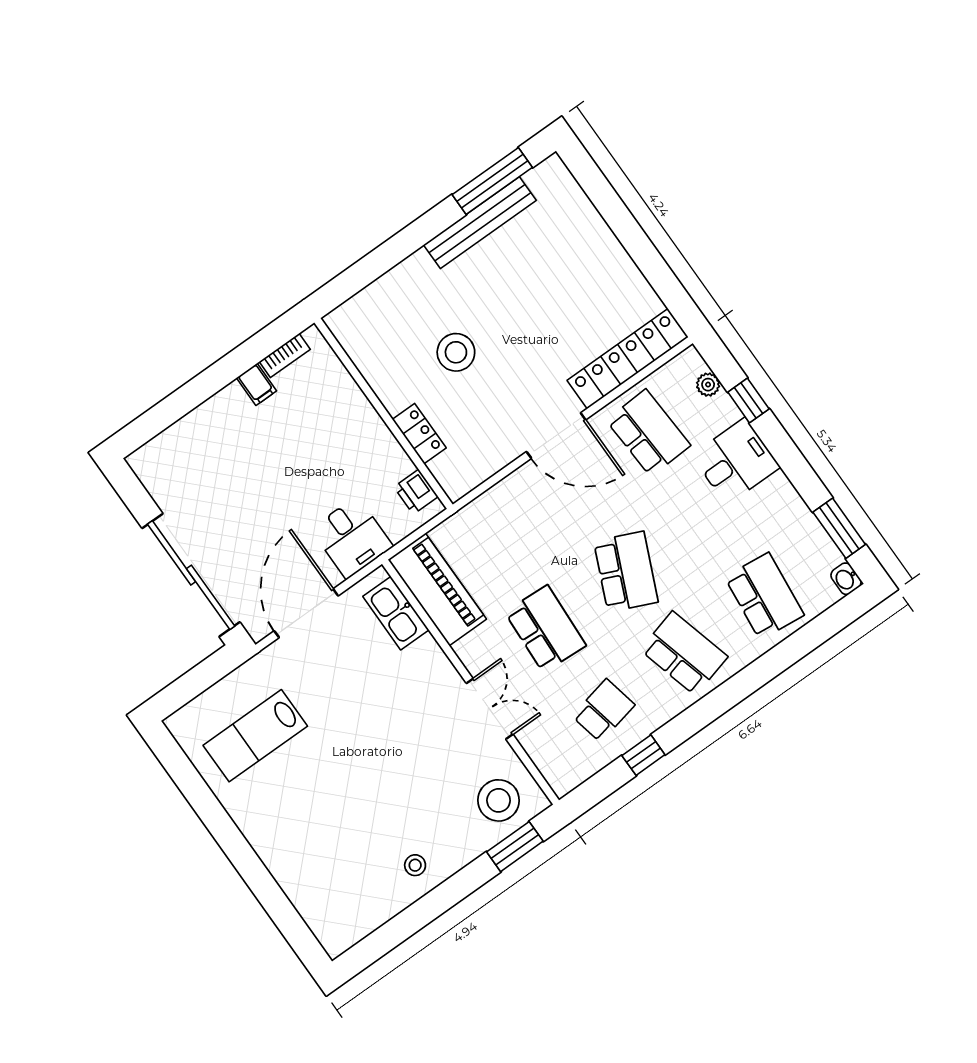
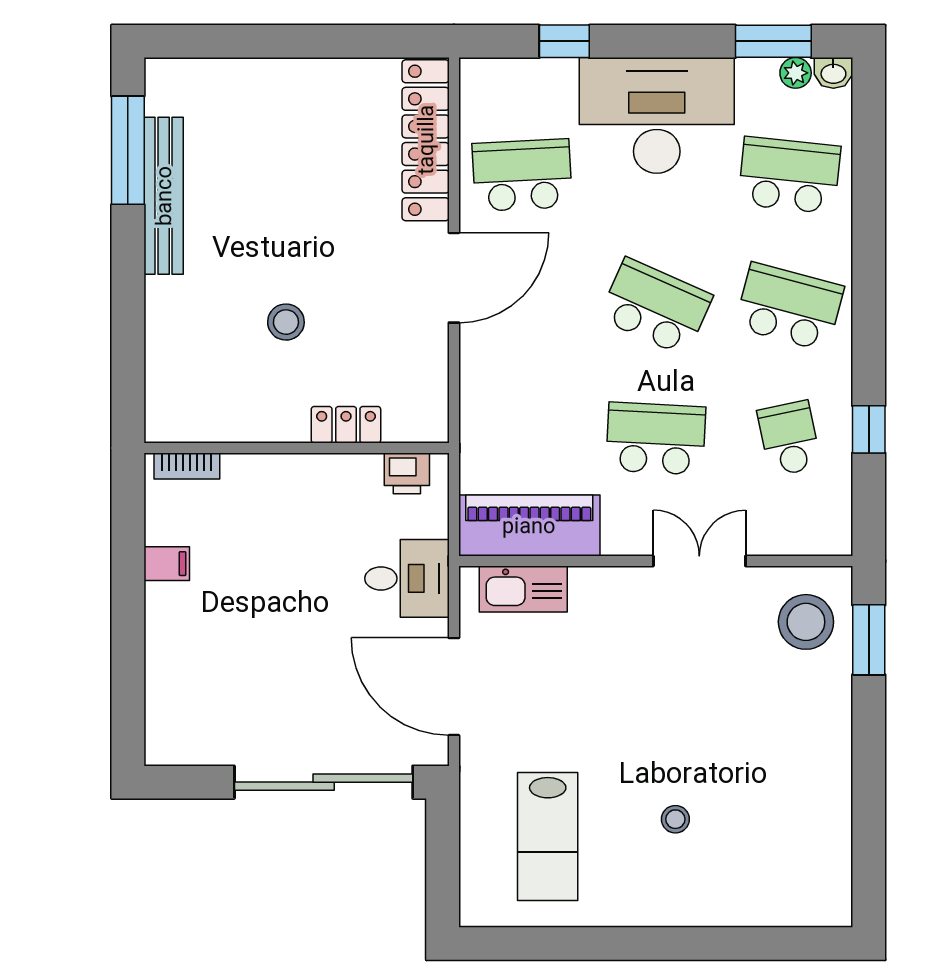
stool: (456, 352) -> (286, 322), width x0.73, depth x0.73
bookcase: (285, 355) -> (187, 466), moved, turned 90
plant: (708, 385) -> (796, 73), moved
desk: (736, 461) -> (657, 115), width x1.87, depth x1.30
school desk: (684, 653) -> (789, 307), turned 30
stool: (415, 865) -> (675, 819), moved

